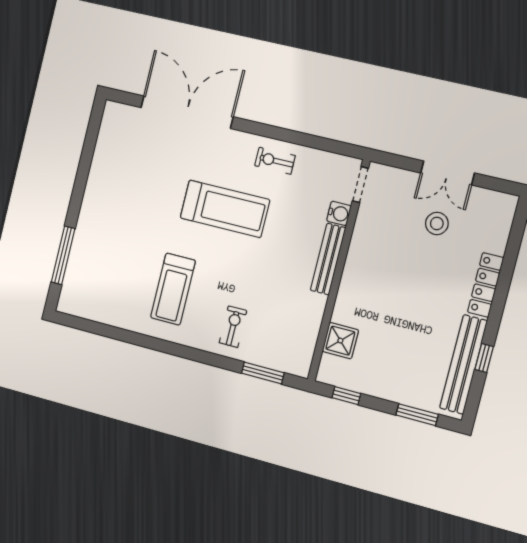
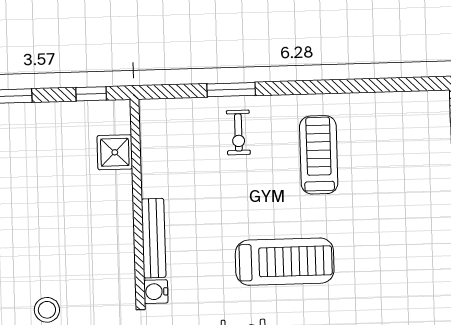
treadmill: (225, 209) -> (285, 262), turned 180
window: (263, 373) -> (231, 90), moved

